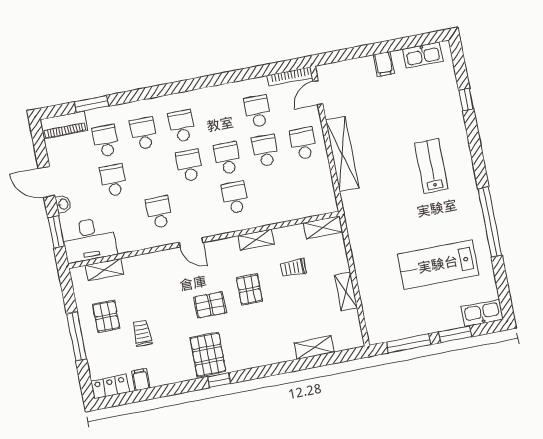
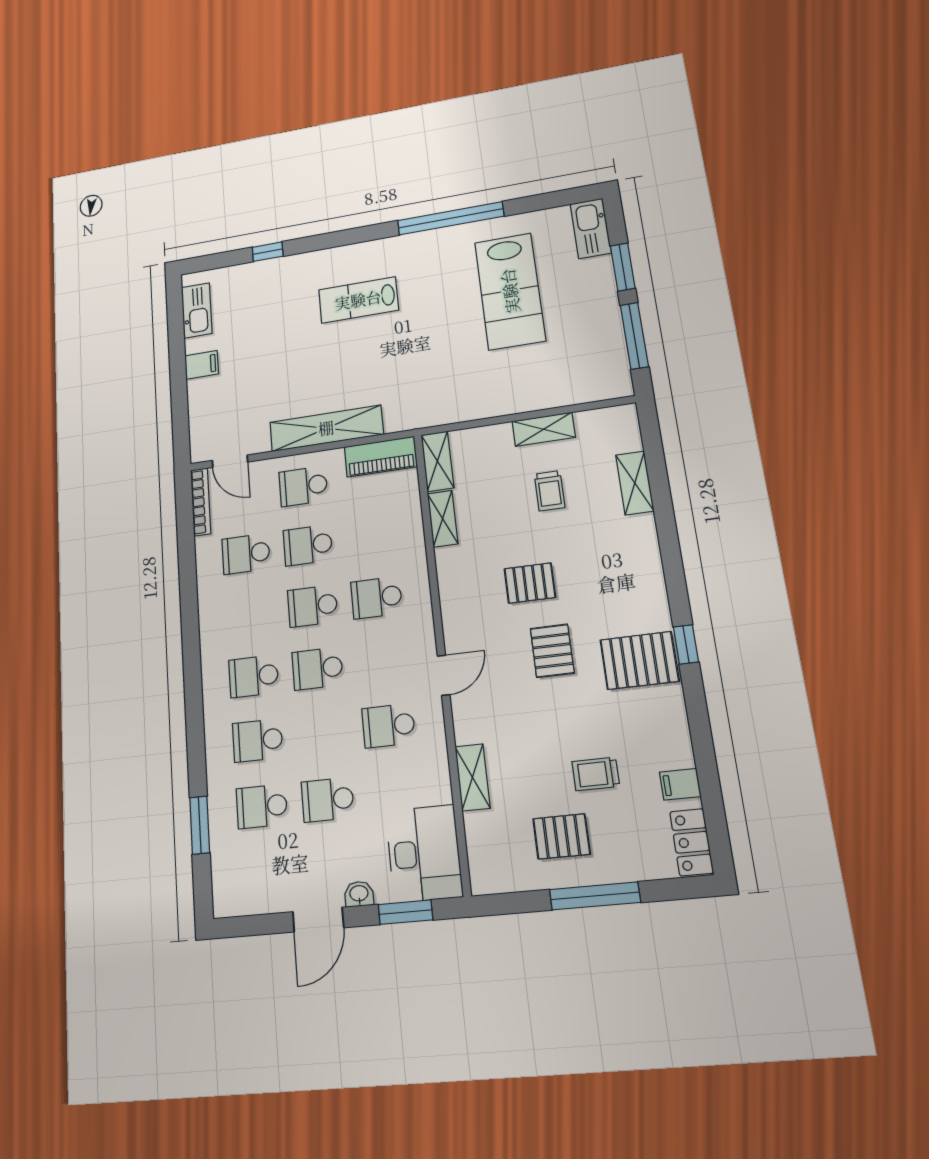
piano: (64, 125) -> (381, 457), moved, turned 90
shelving: (256, 240) -> (443, 519), moved
trolley: (293, 268) -> (550, 491), moved
shelving: (104, 270) -> (472, 777), moved

